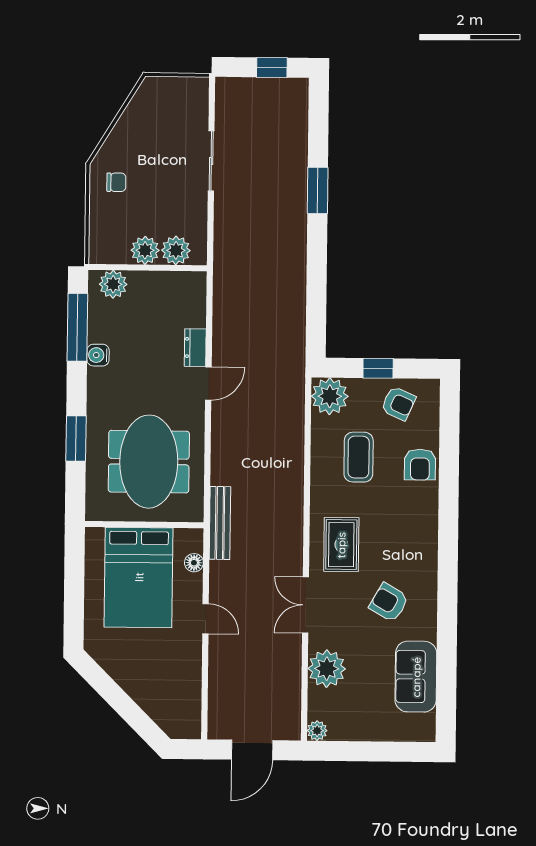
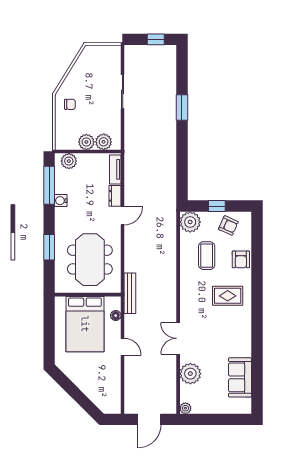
tv unit: (196, 300) -> (115, 169), added
rug: (341, 545) -> (228, 296), moved, turned 90
armchair: (389, 602) -> (224, 336), removed

